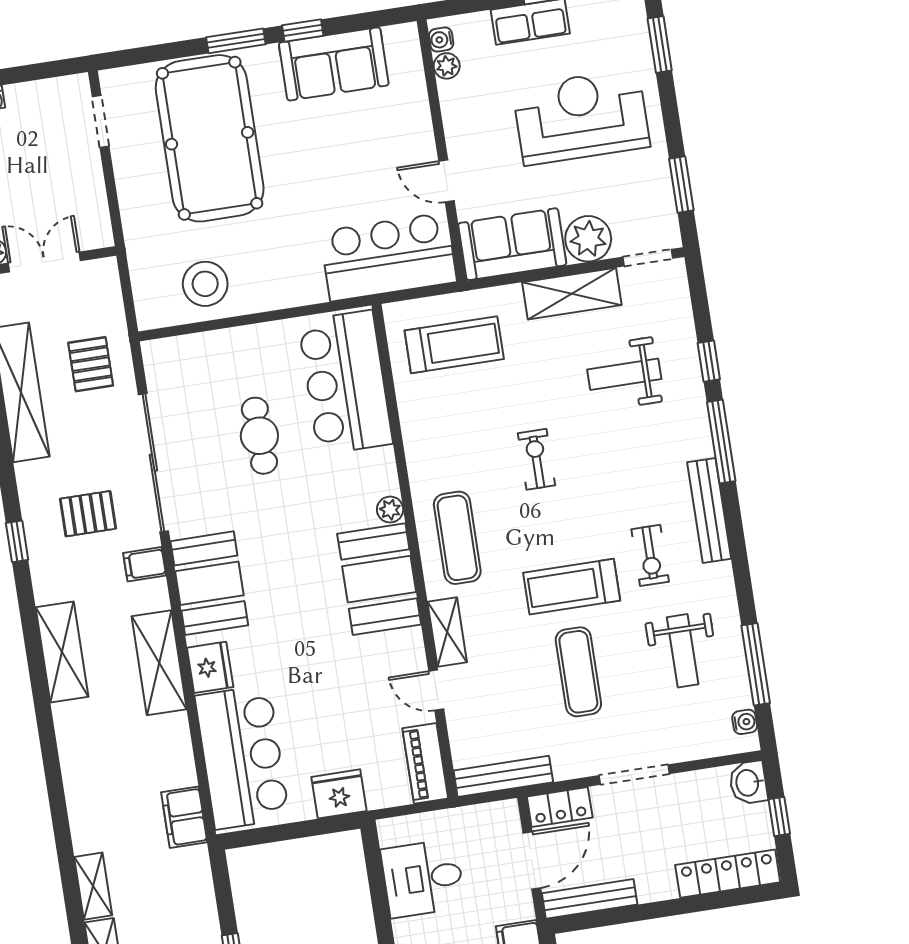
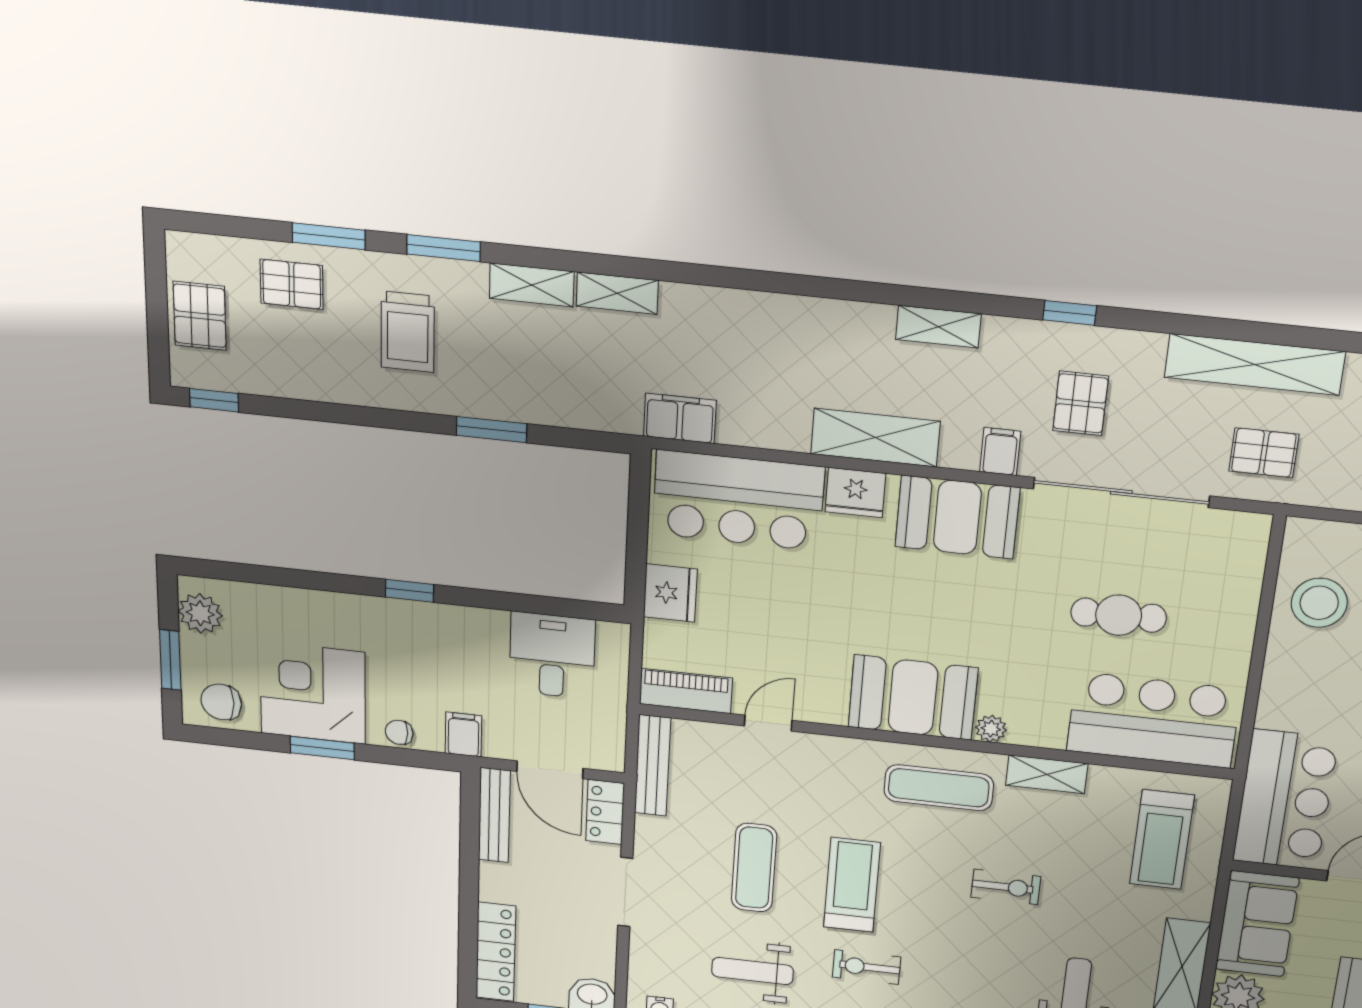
shelving: (447, 632) -> (1047, 774), moved
shelving: (62, 652) -> (938, 327), width x0.67, depth x0.75
exercise mat: (578, 672) -> (754, 868), turned 90

